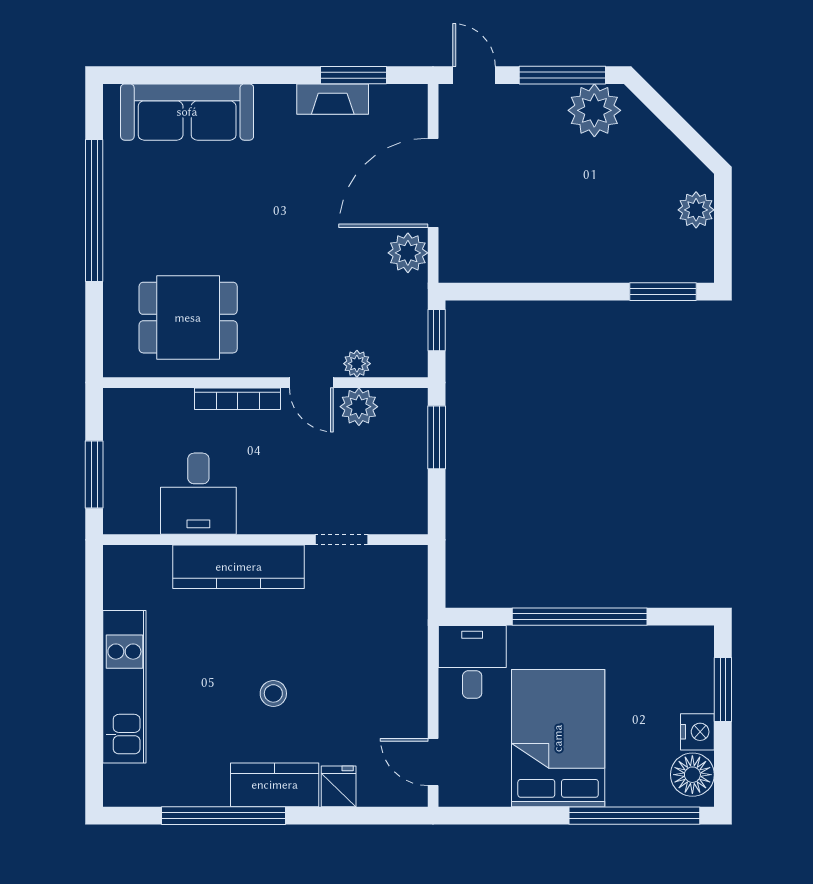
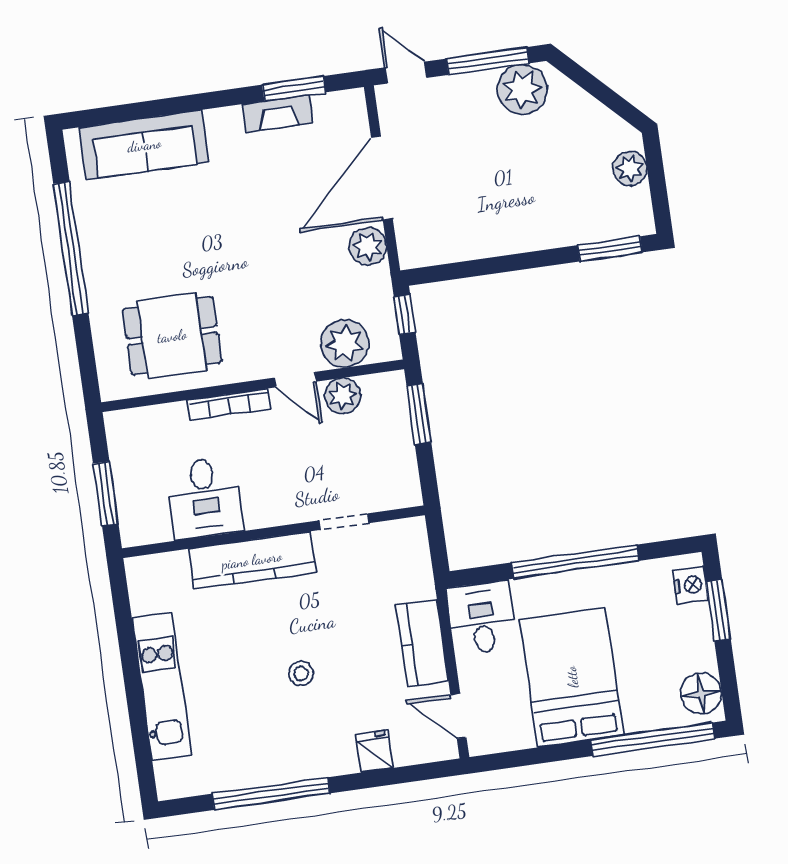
plant: (357, 364) -> (345, 343), width x1.87, depth x1.87
nightstand: (697, 732) -> (690, 585), moved
kitchen counter: (275, 785) -> (422, 643), moved, turned -90

